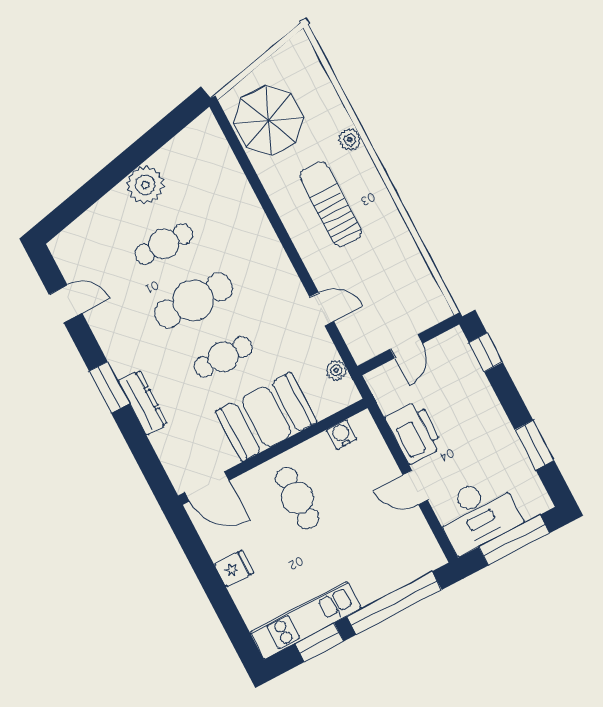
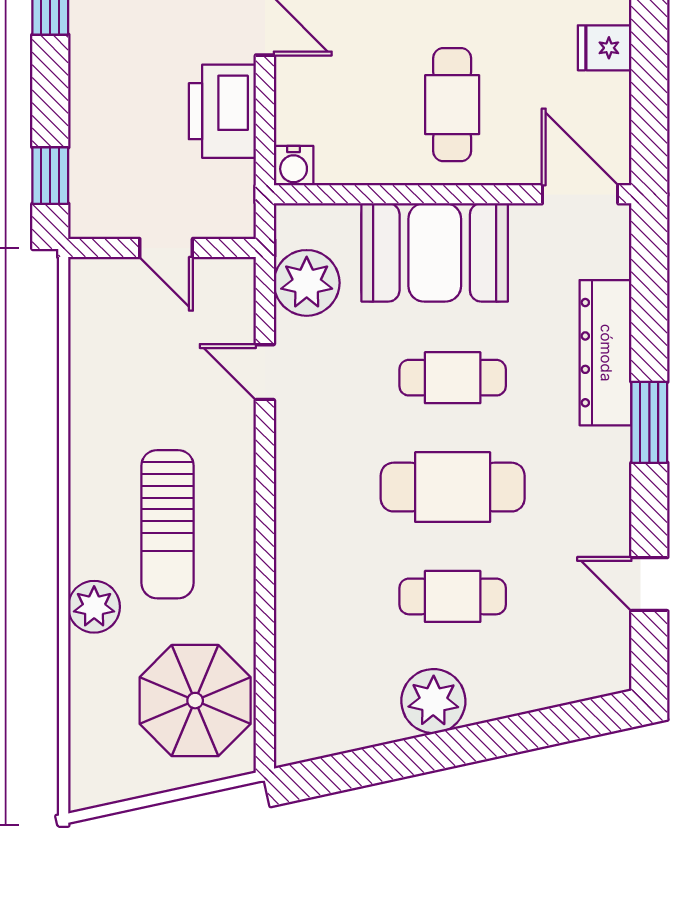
plant: (350, 140) -> (94, 607), width x1.38, depth x1.38
door: (406, 346) -> (166, 248), swing flipped
plant: (336, 370) -> (307, 283), width x1.87, depth x1.87
dresser: (143, 403) -> (606, 353), width x1.37, depth x1.24
water cooler: (342, 434) -> (294, 166), moved

